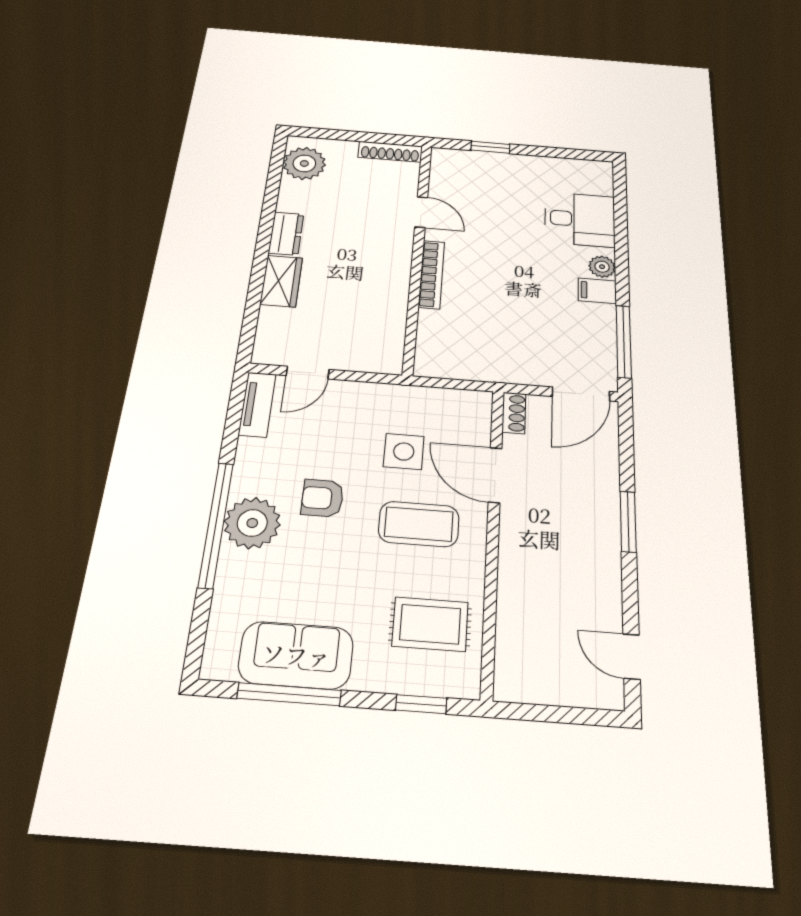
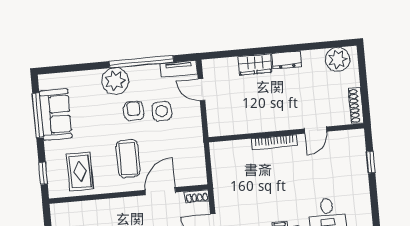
side table: (404, 451) -> (162, 111), moved
window: (216, 524) -> (141, 62), moved

